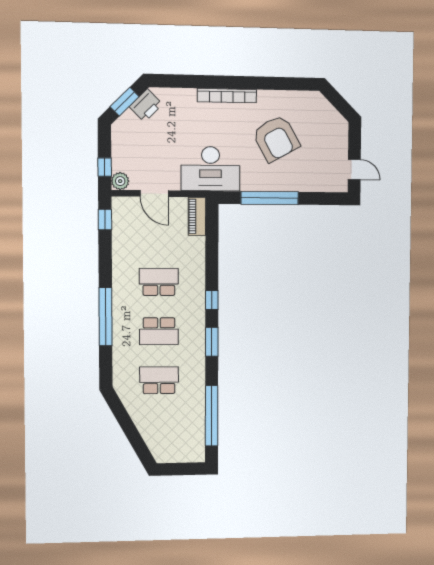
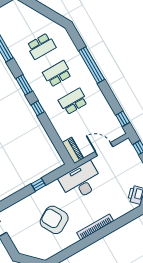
plant: (120, 181) -> (126, 145), removed
window: (270, 198) -> (38, 185), width x0.32
school desk: (159, 282) -> (73, 101), turned 180

